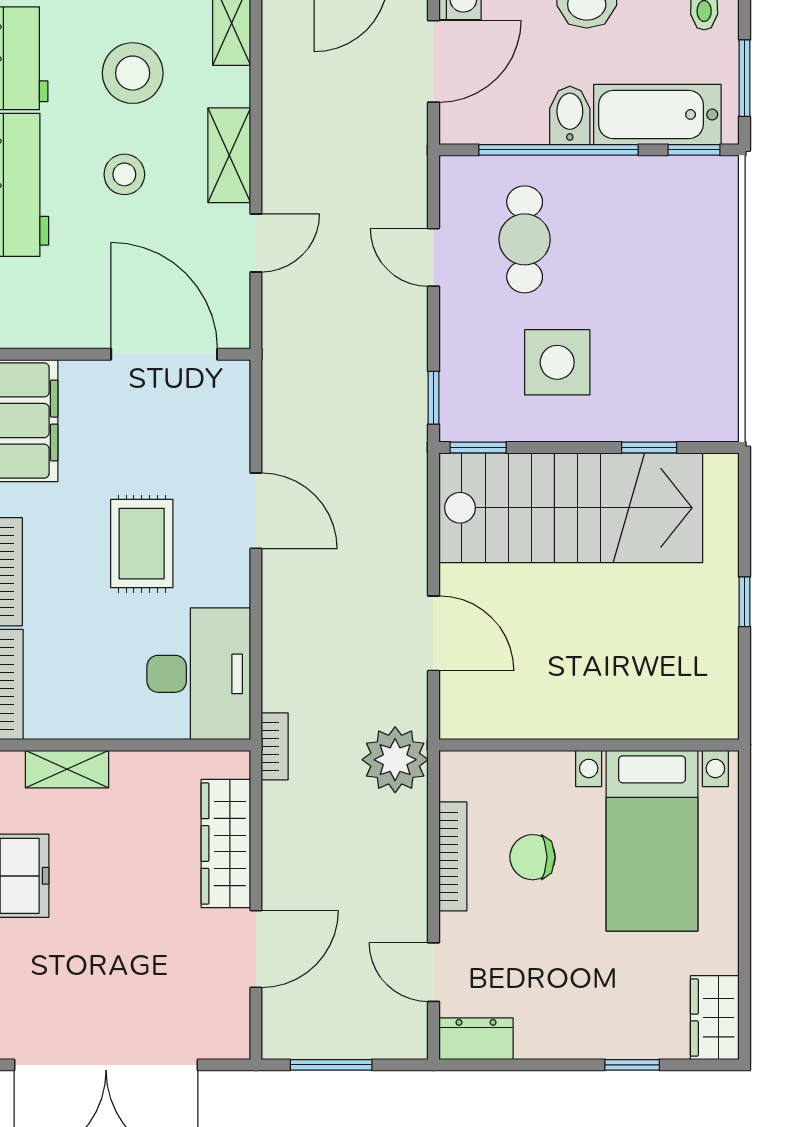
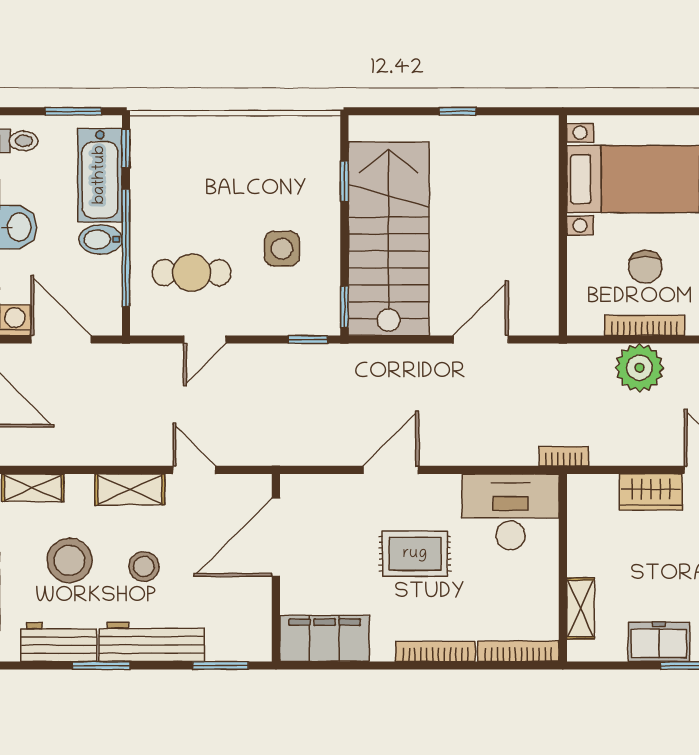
side table: (557, 362) -> (282, 249), width x0.73, depth x0.73
plant: (395, 760) -> (639, 368), moved
wardrobe: (226, 844) -> (651, 492), width x0.67

